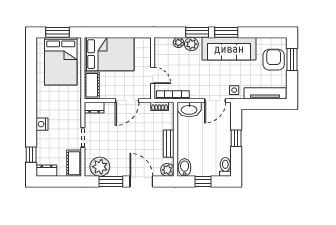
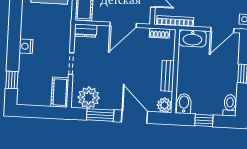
dresser: (46, 171) -> (28, 99), removed

